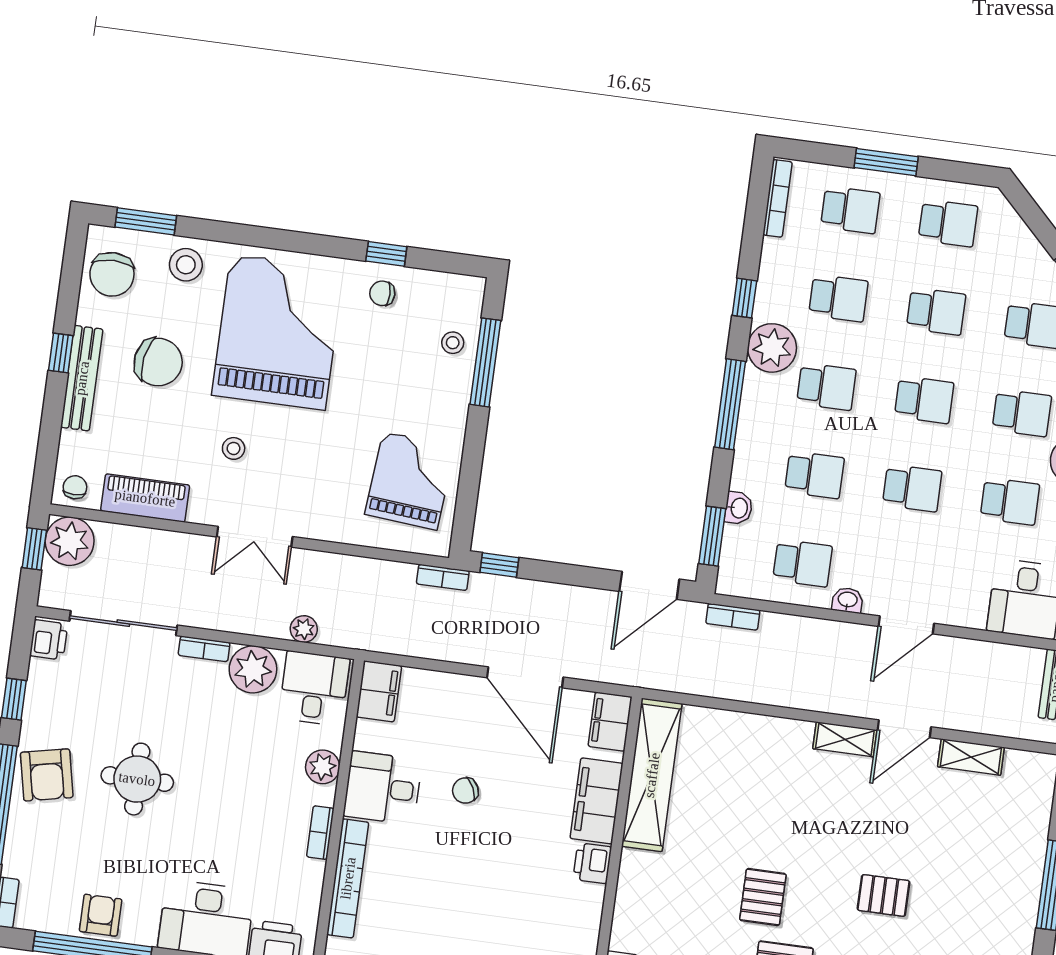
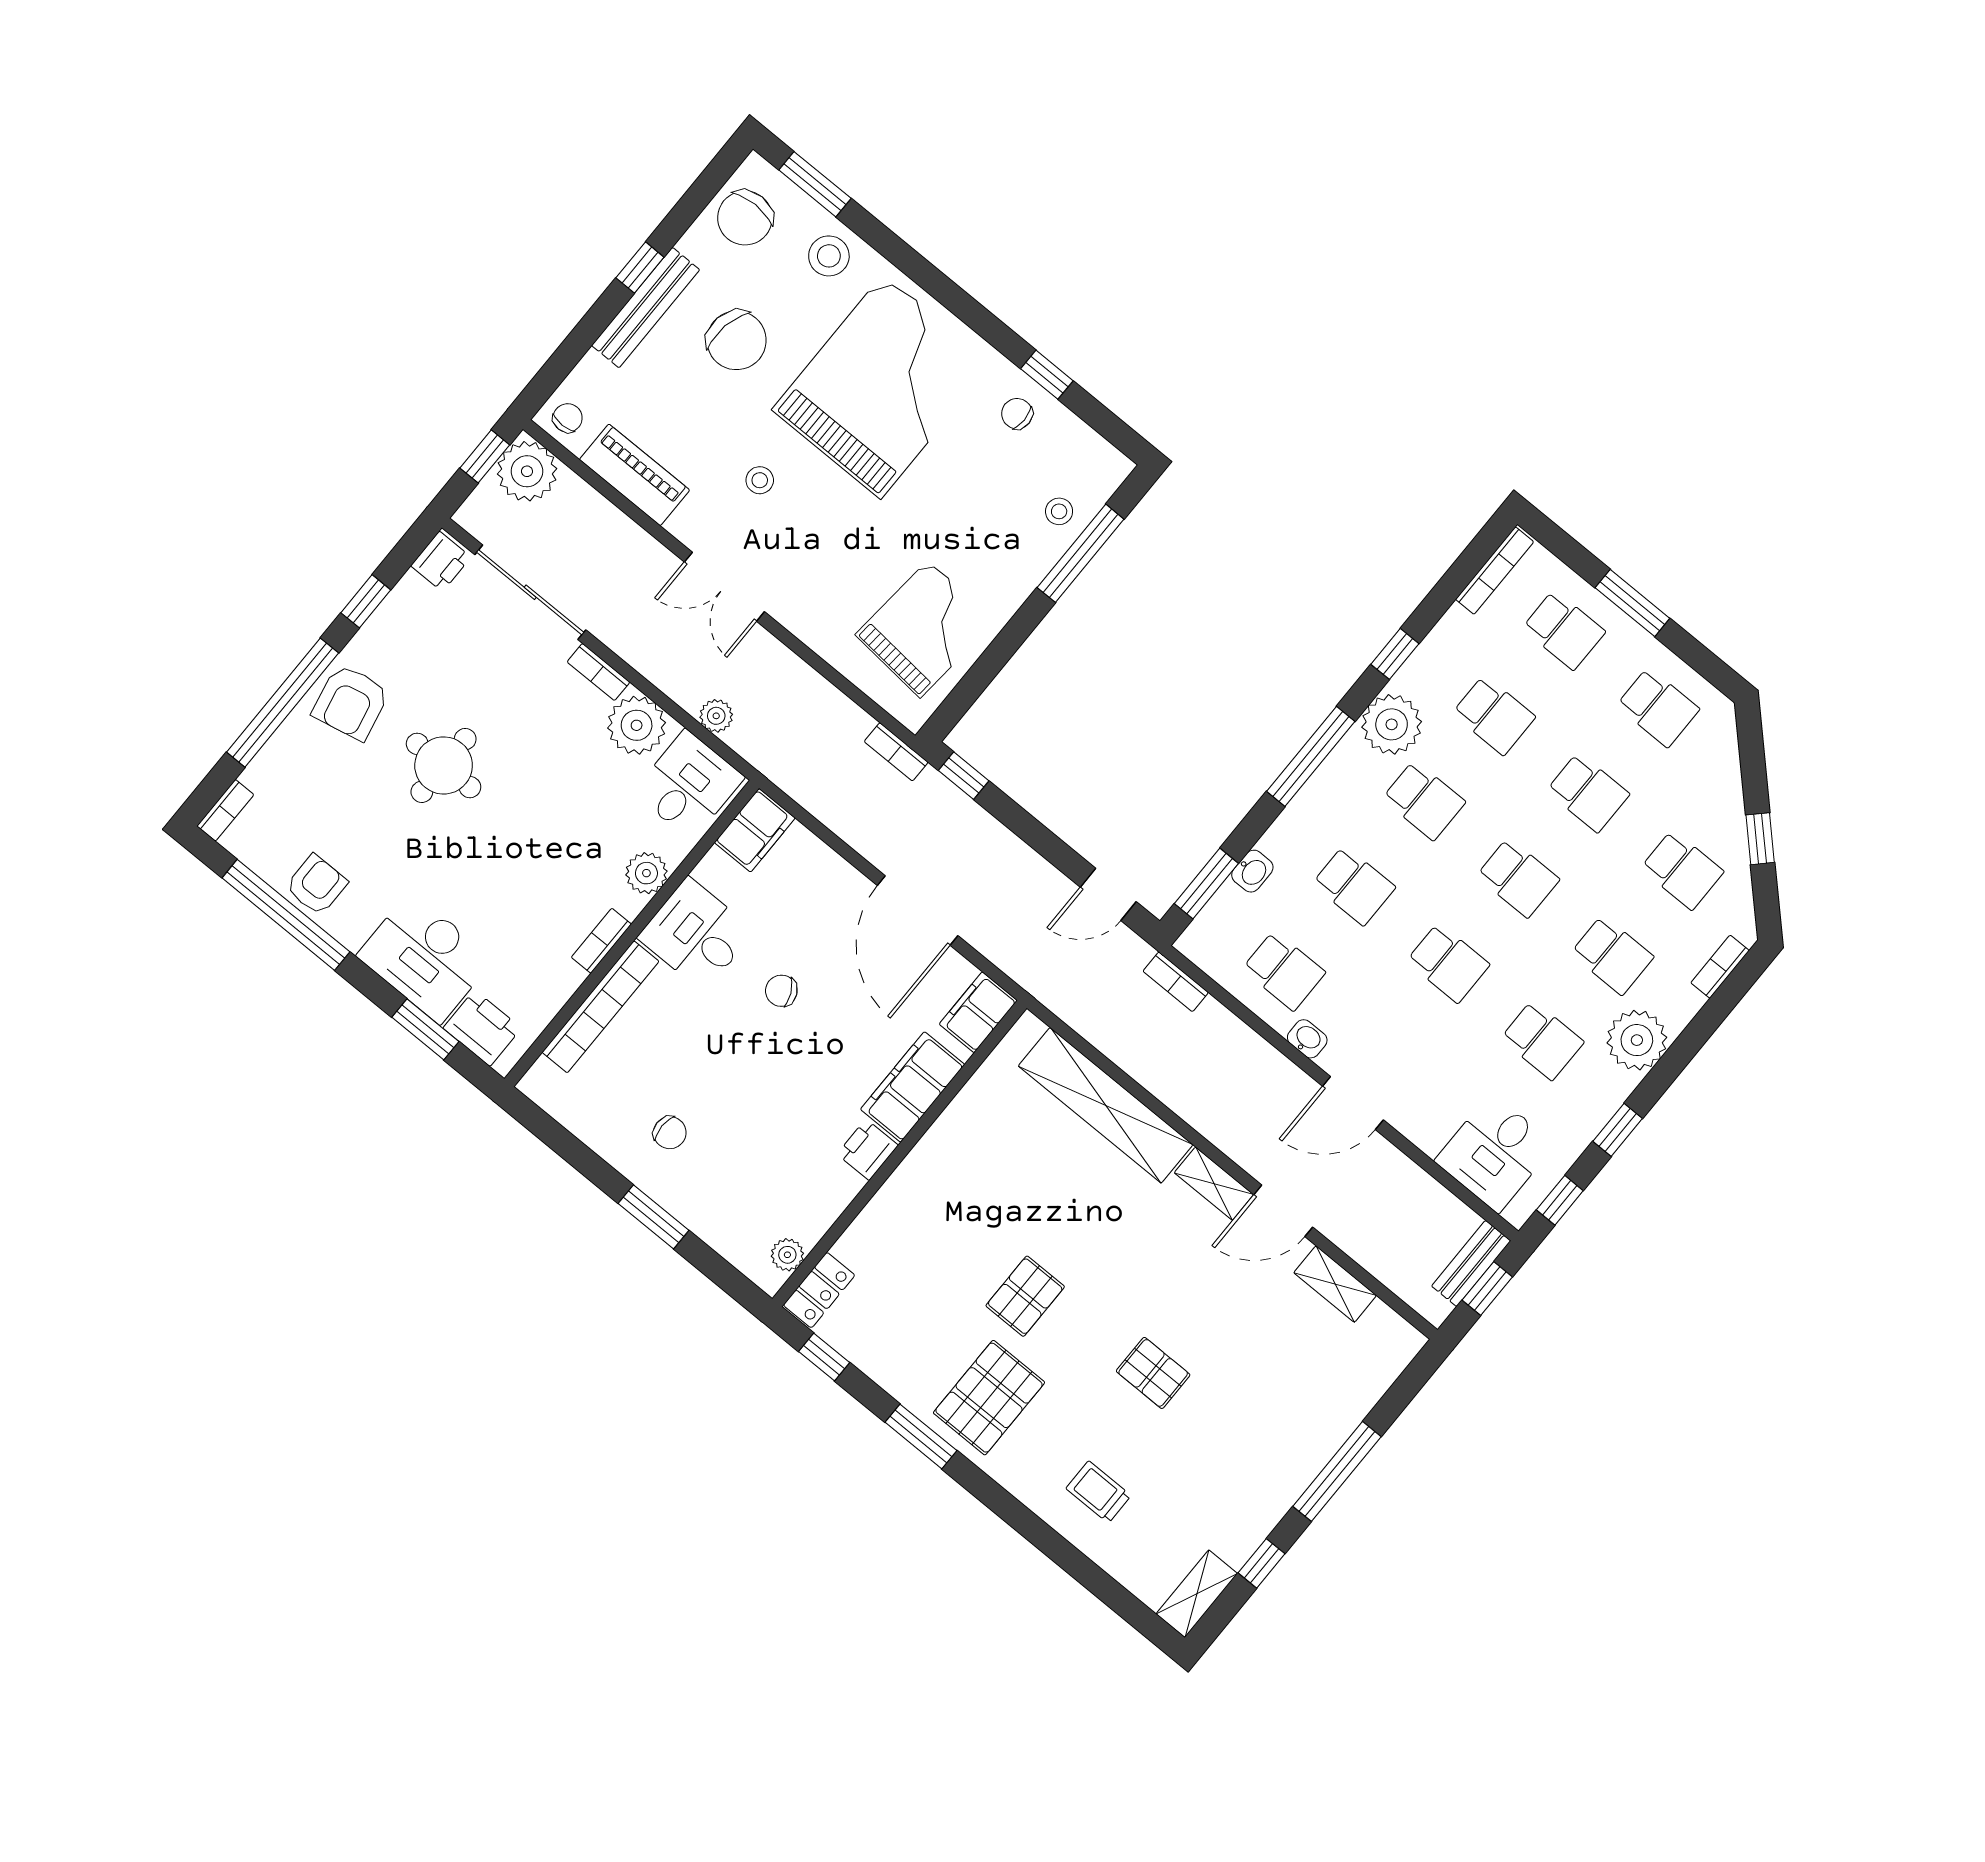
door: (649, 585) -> (1108, 894), width x0.73
shelving: (652, 775) -> (1106, 1105), moved, turned 90
chair: (449, 936) -> (670, 1133), added

